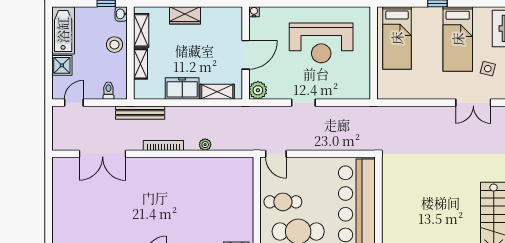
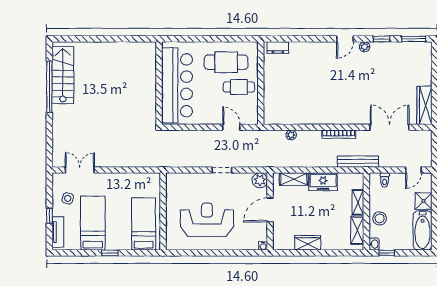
wardrobe: (185, 15) -> (308, 243), moved
plant: (205, 145) -> (291, 135), moved
door: (276, 154) -> (231, 127), moved
wardrobe: (61, 180) -> (424, 105), added

